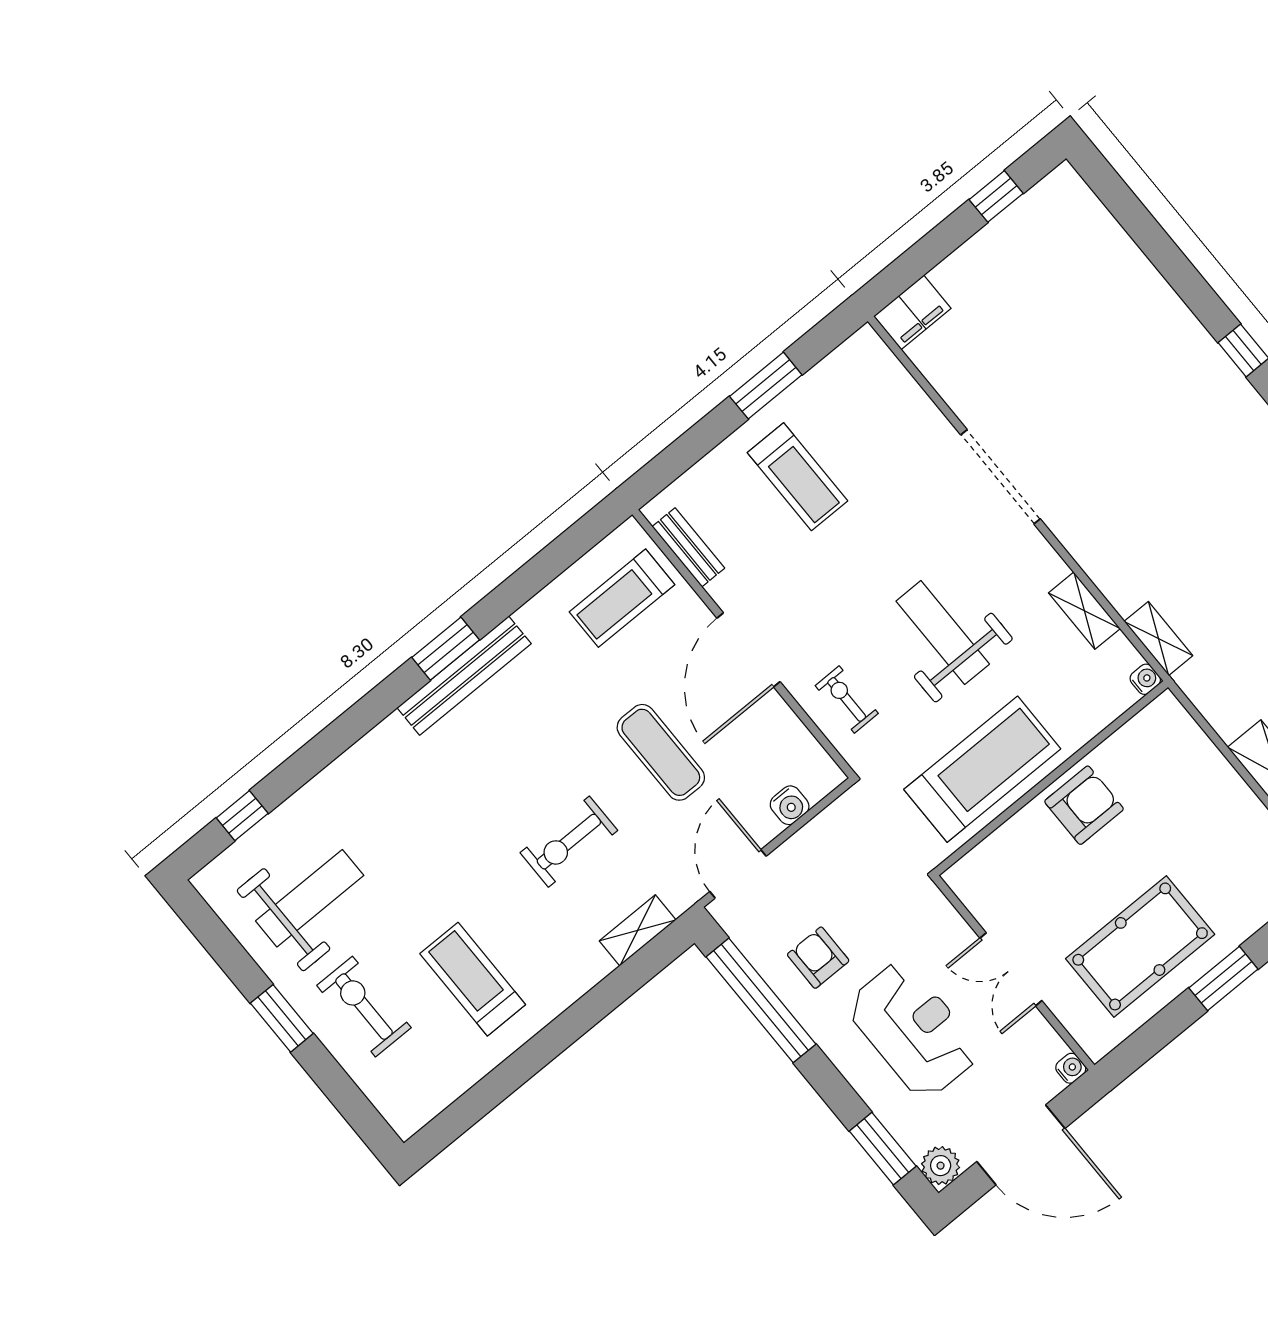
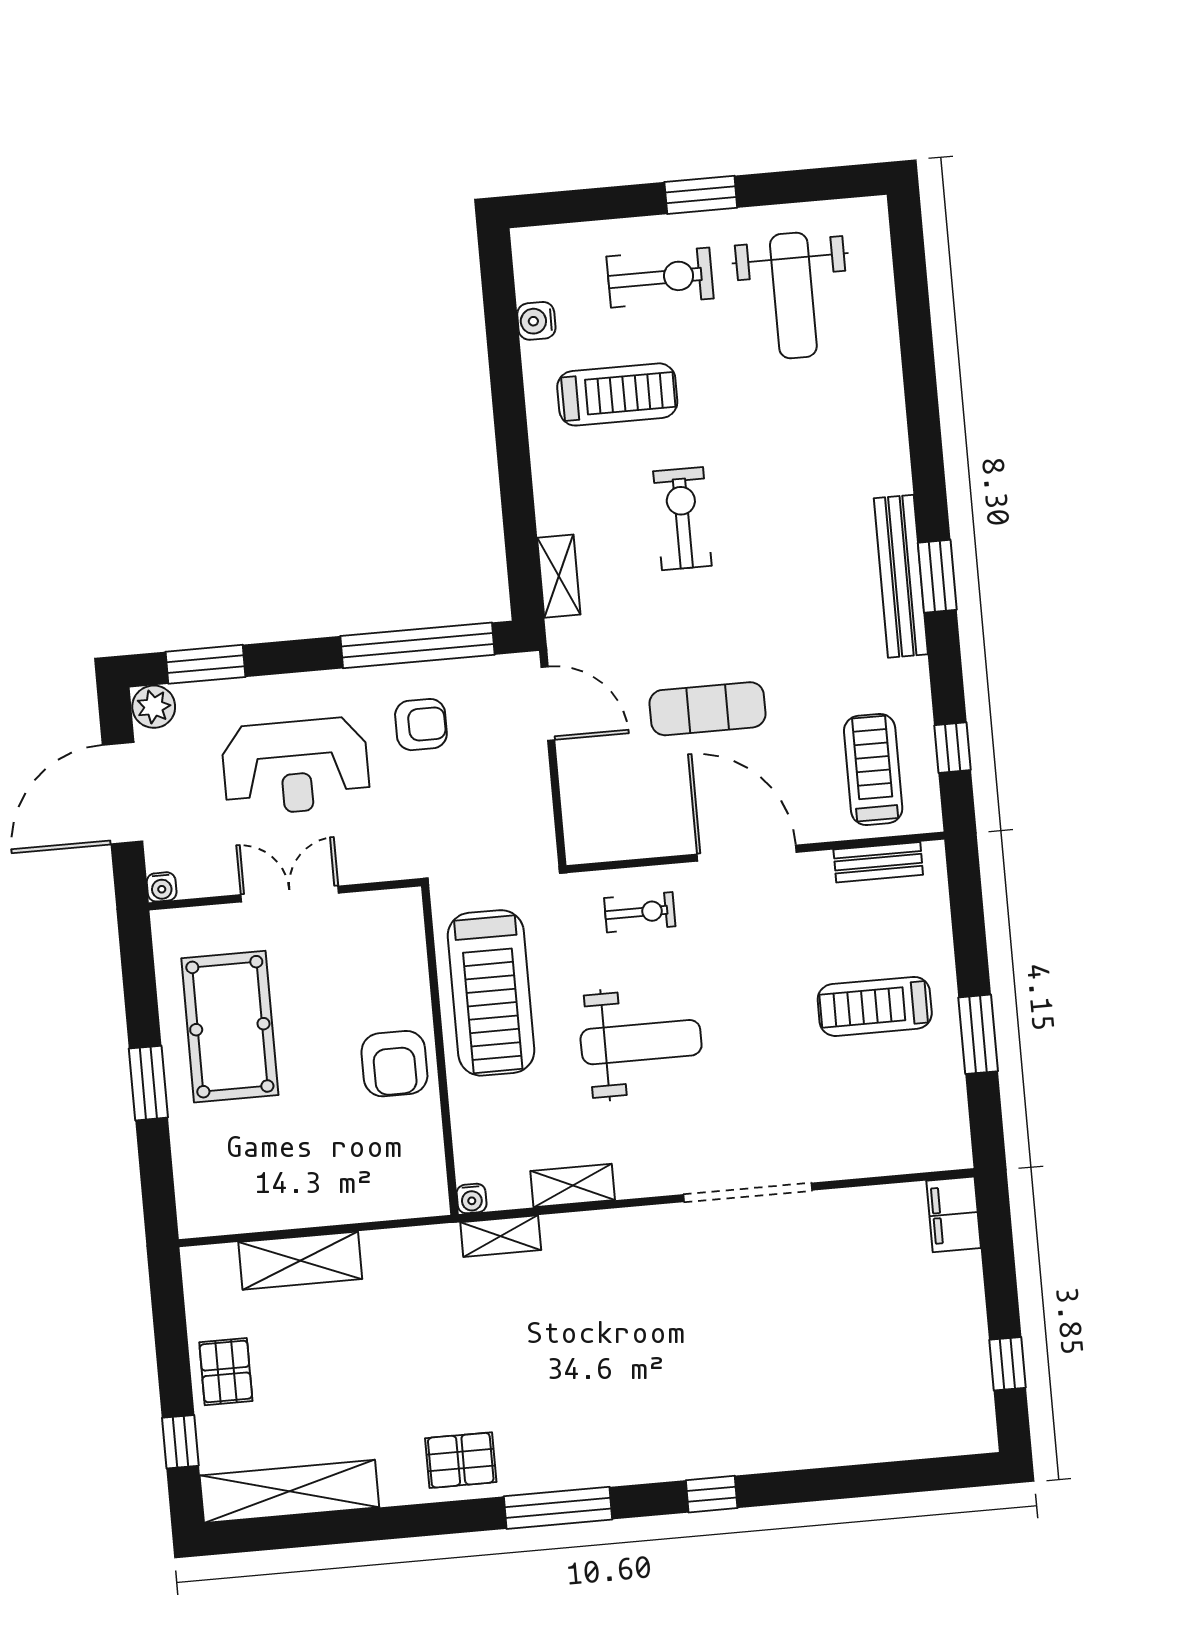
water cooler: (790, 805) -> (536, 321), moved
window: (242, 816) -> (953, 748), moved
exercise bike: (569, 842) -> (682, 519), moved

